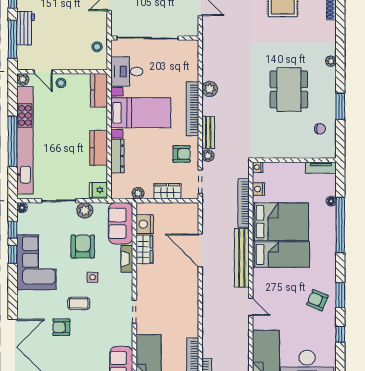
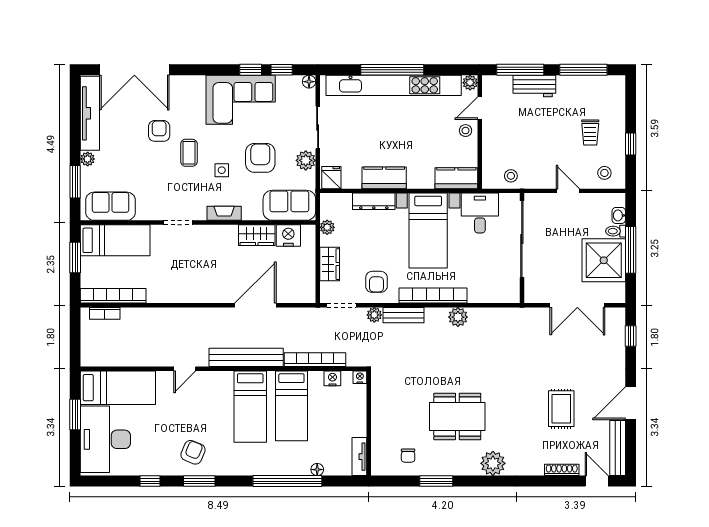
plant: (331, 61) -> (493, 463), width x1.88, depth x1.88
bed: (280, 222) -> (291, 406), width x0.67
armchair: (83, 246) -> (260, 158), turned -90
fireplace: (127, 259) -> (224, 213), moved

